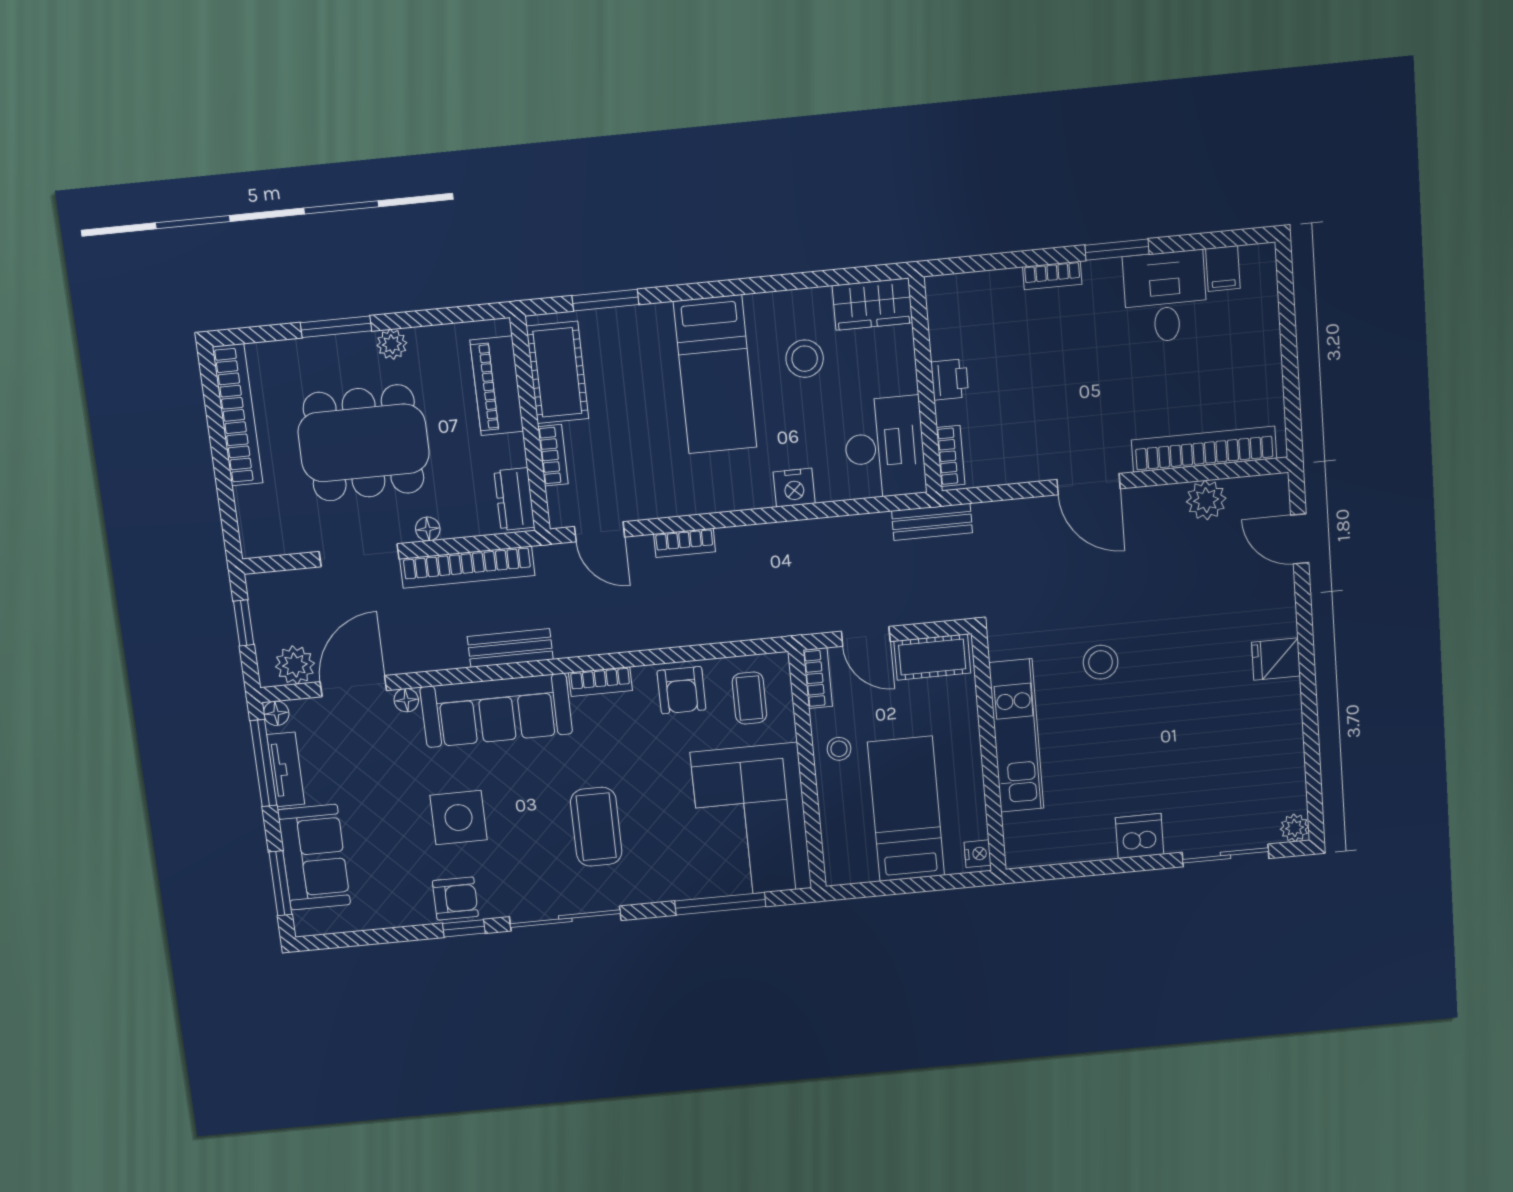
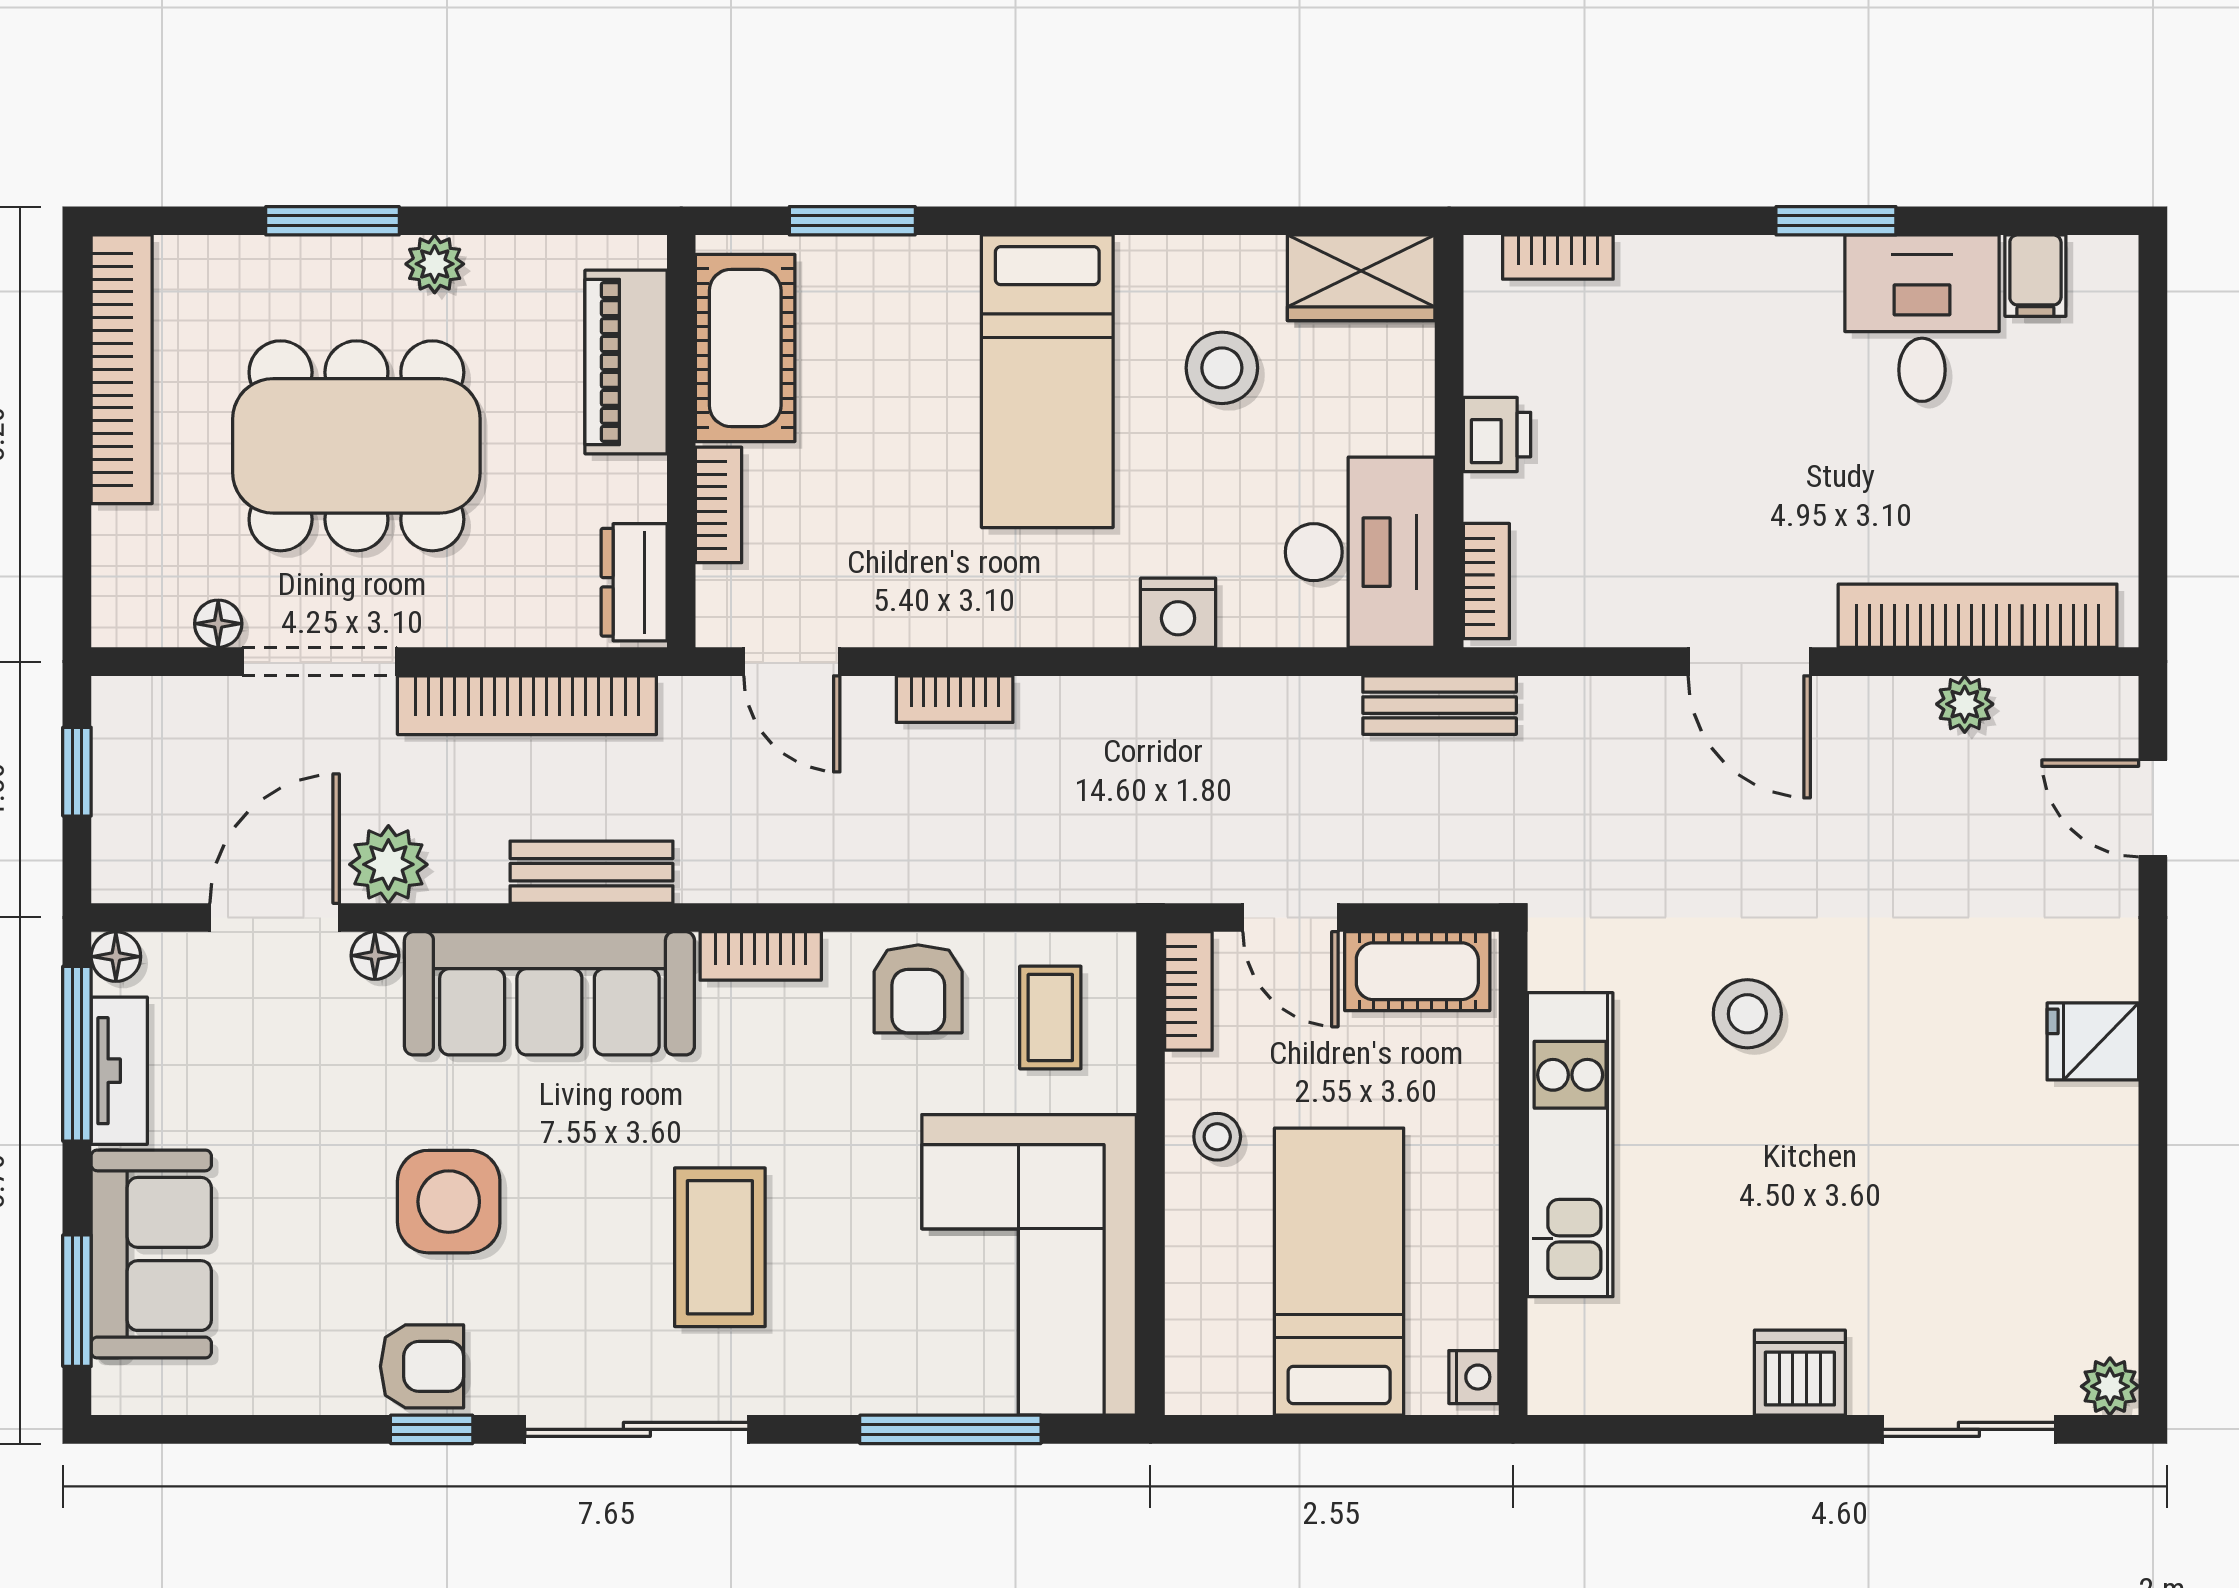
bookcase: (1052, 275) -> (1558, 257), moved
plant: (1206, 500) -> (1965, 704), width x0.73, depth x0.73
floor lamp: (428, 529) -> (218, 624), moved
plant: (295, 665) -> (388, 864), moved

